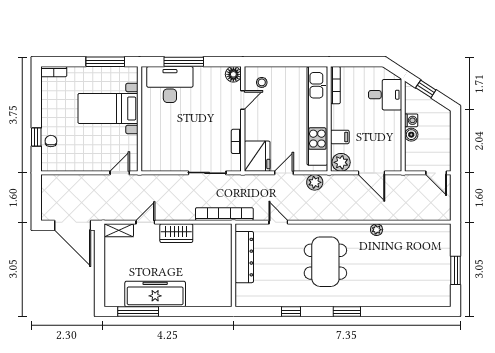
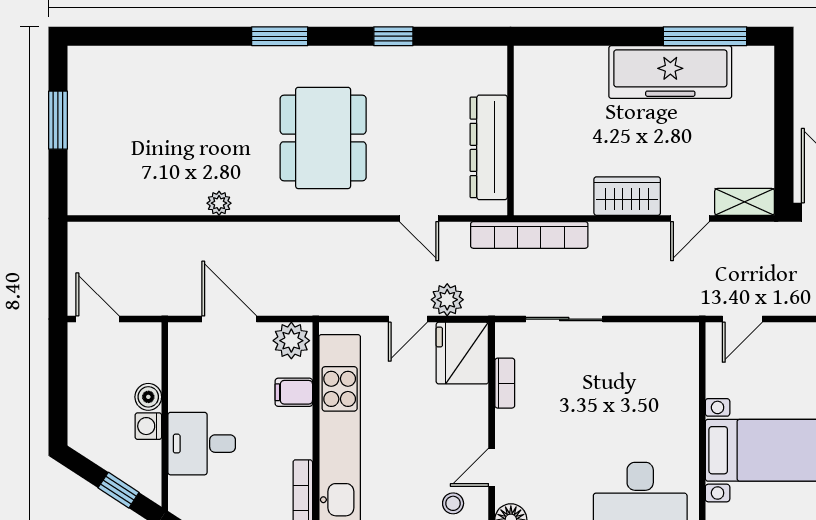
desk: (385, 95) -> (202, 444), moved
plant: (315, 182) -> (447, 300), moved

